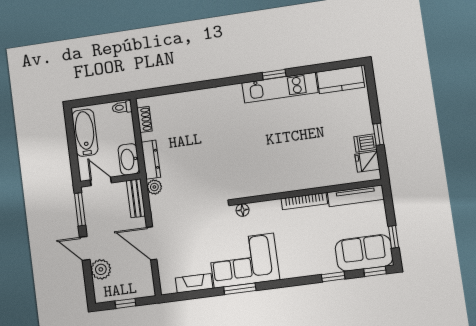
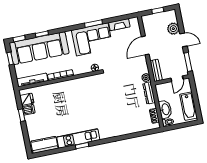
washbasin: (129, 159) -> (165, 109), moved
door: (101, 181) -> (177, 79), hinge flipped
door: (152, 243) -> (145, 45), swing flipped
sofa: (364, 253) -> (39, 48), width x1.85, depth x1.27

